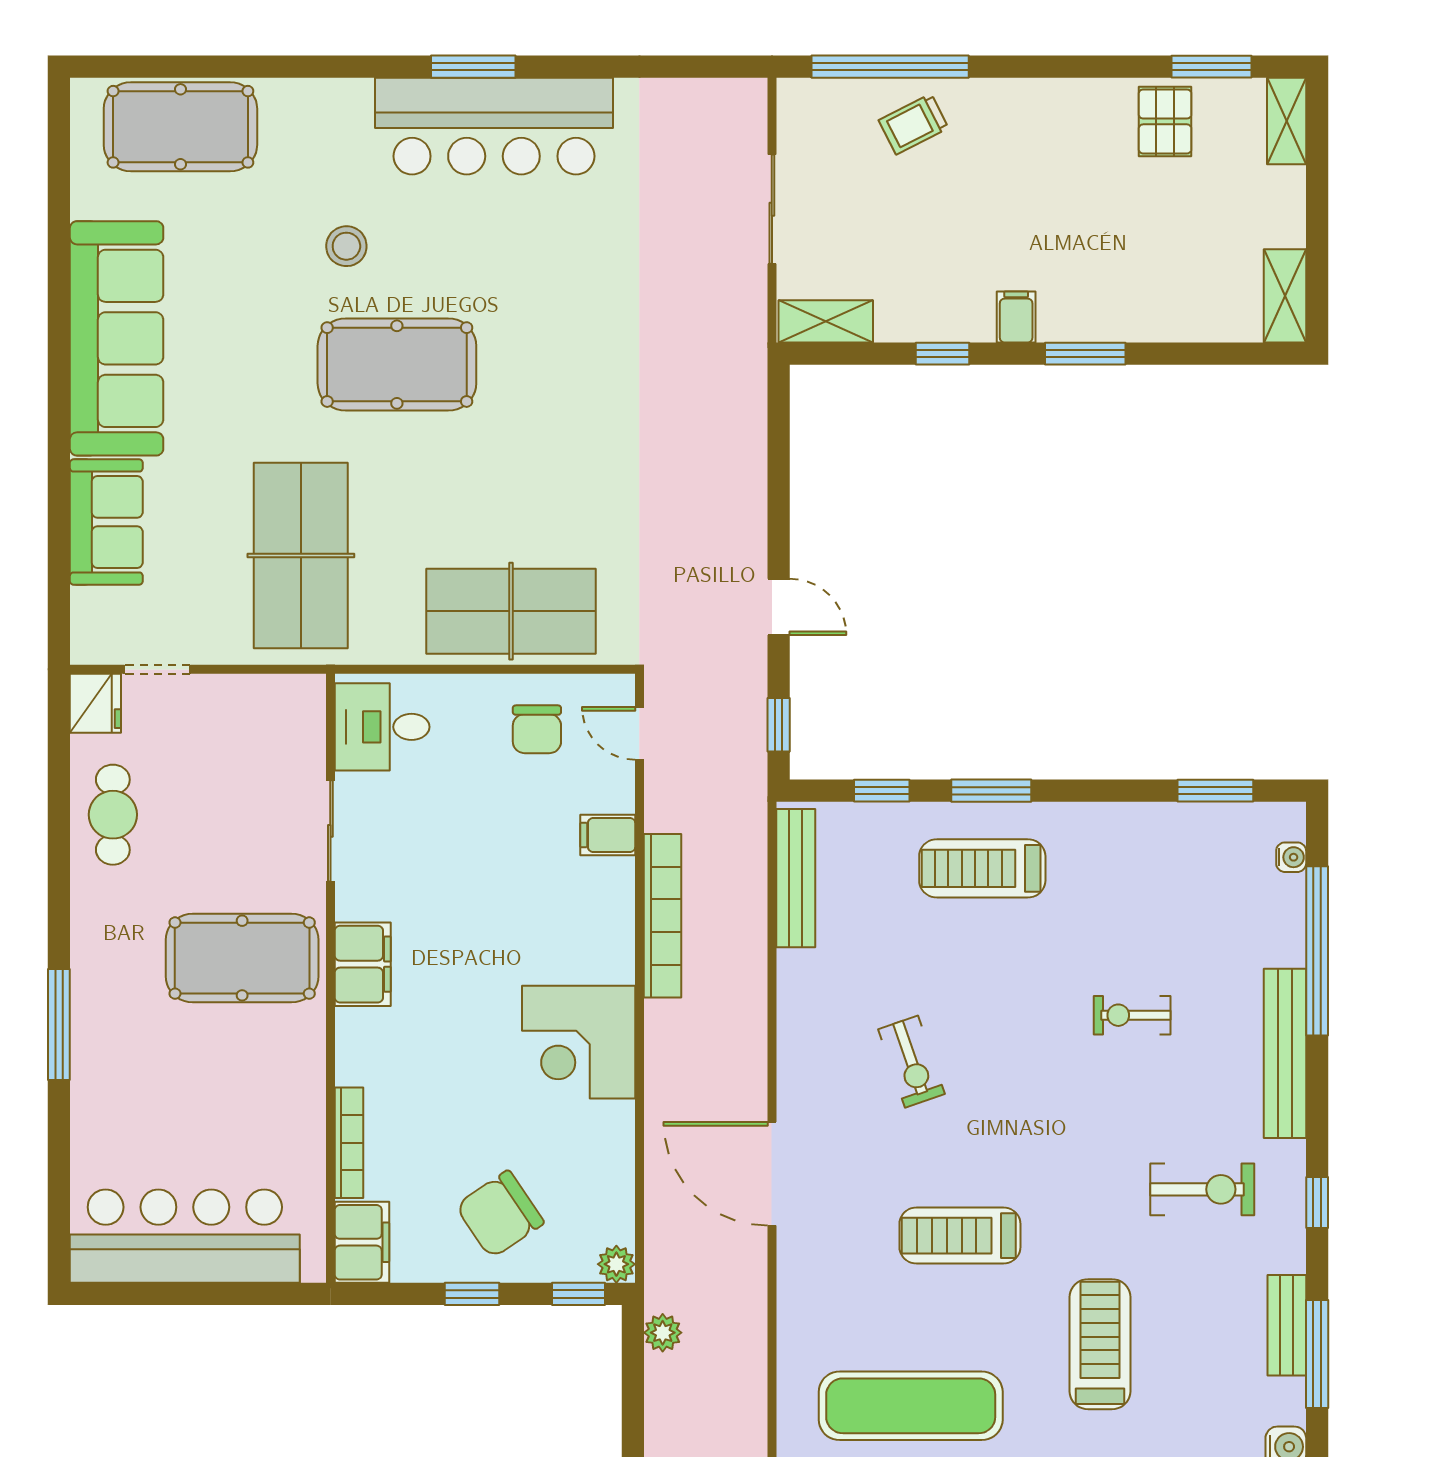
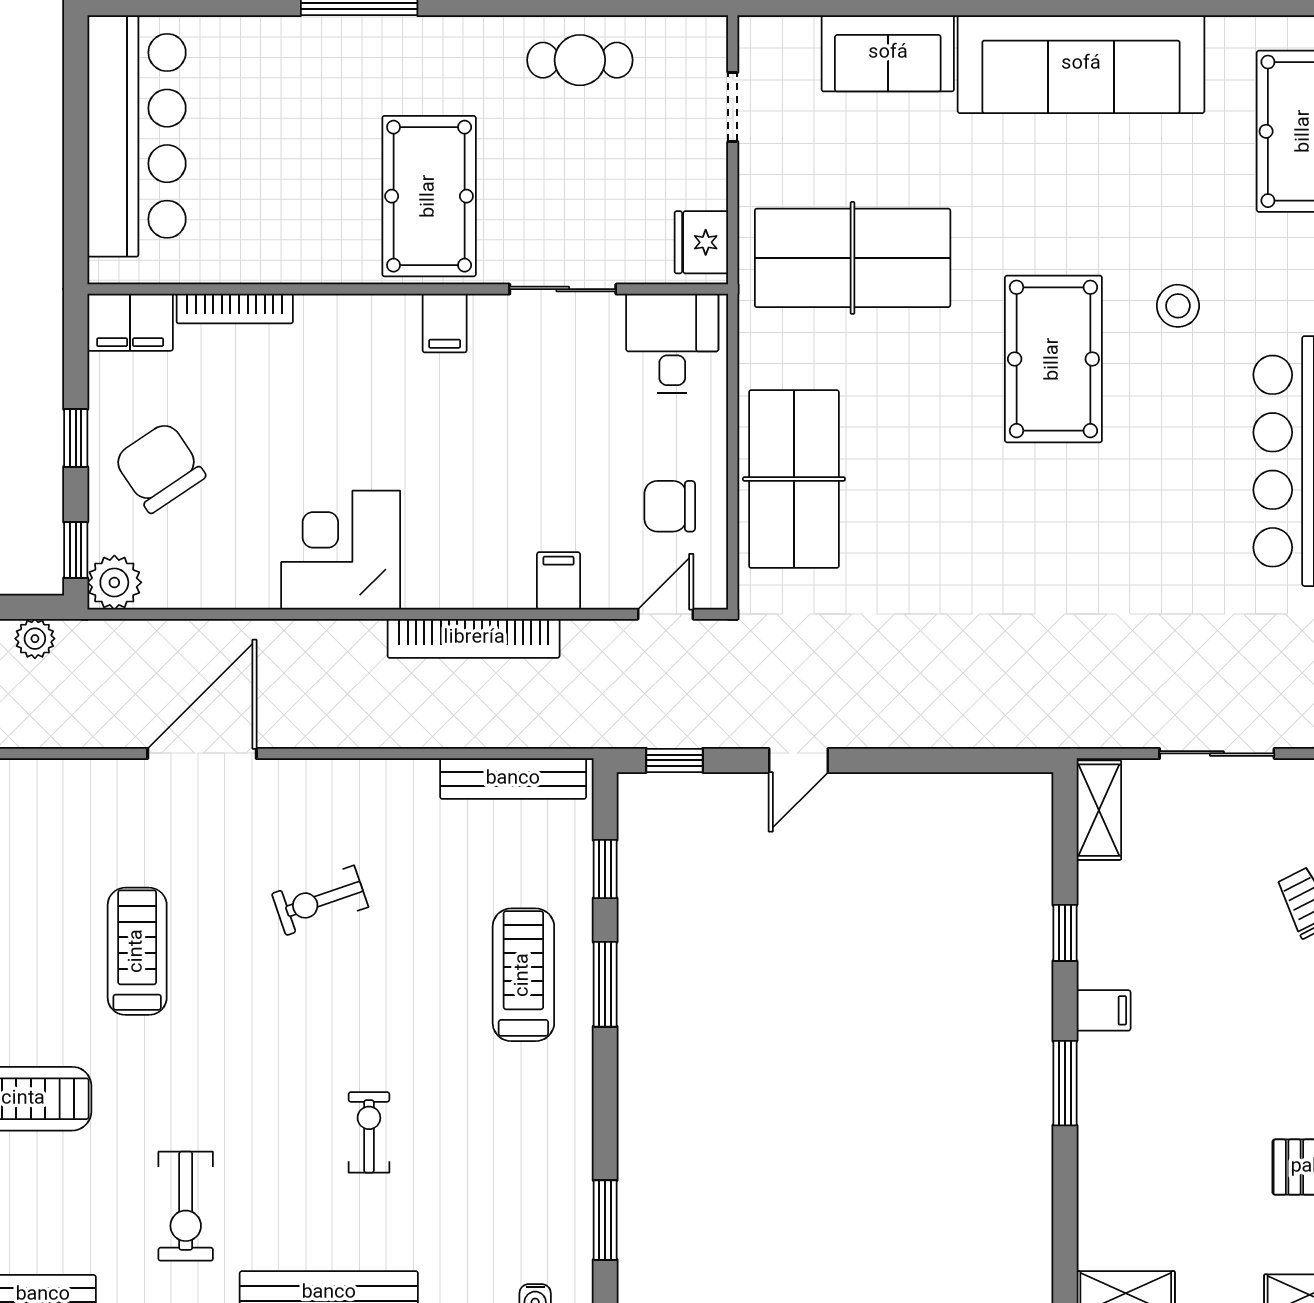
fridge: (95, 703) -> (701, 242), moved, turned 90
filing cabinet: (363, 964) -> (445, 323), width x0.50
plant: (616, 1264) -> (114, 582), width x1.38, depth x1.38

